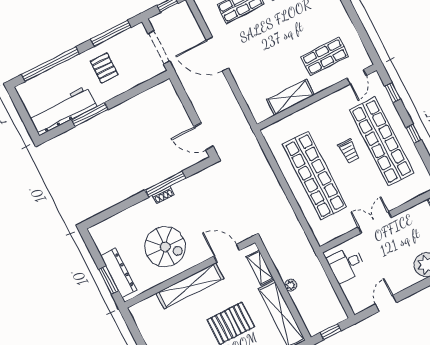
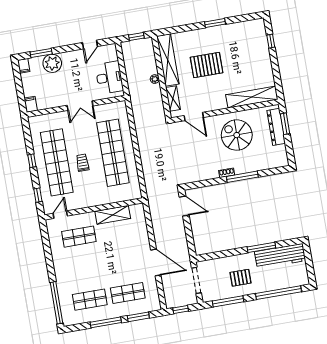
pallet: (104, 68) -> (240, 278), turned 90
window: (165, 184) -> (242, 177), moved
desk: (346, 264) -> (109, 78), width x1.37
shelving: (190, 286) -> (252, 97), moved

